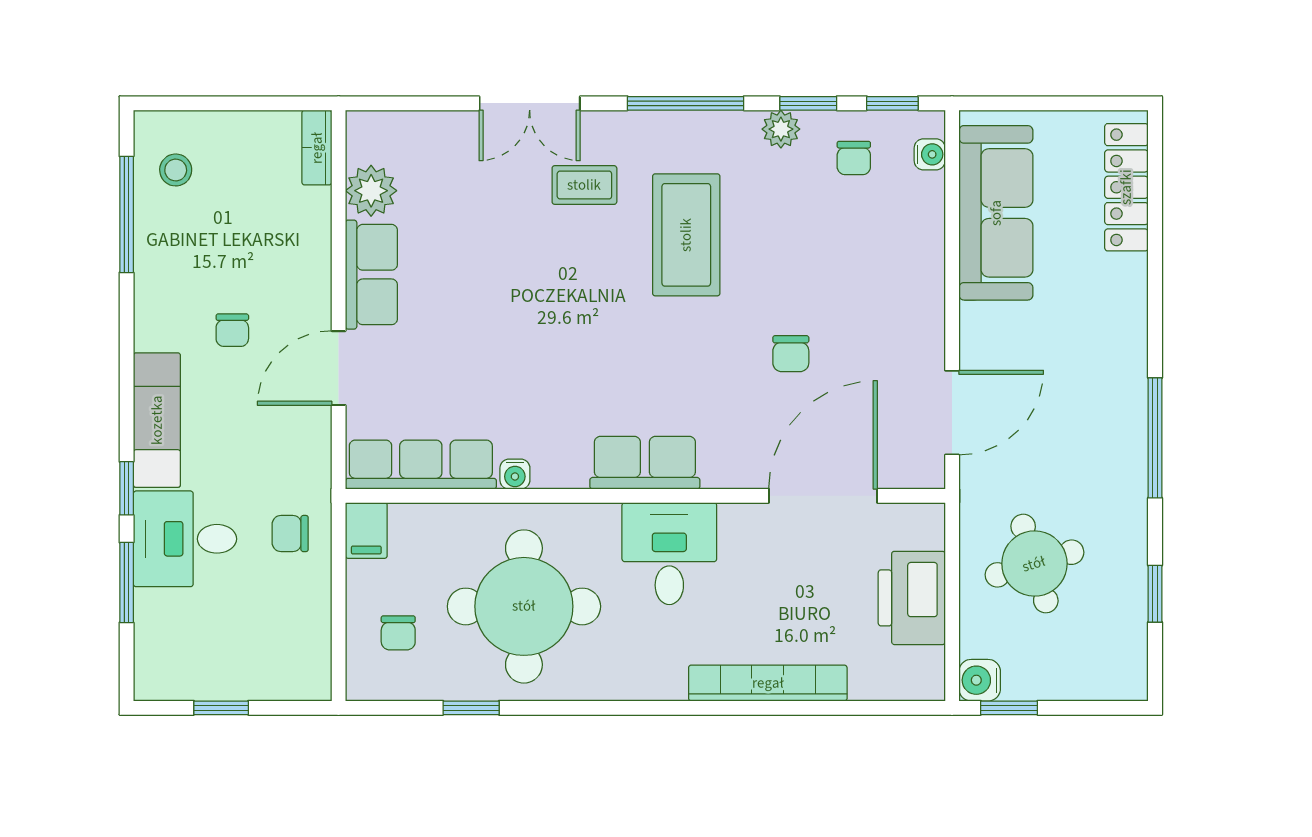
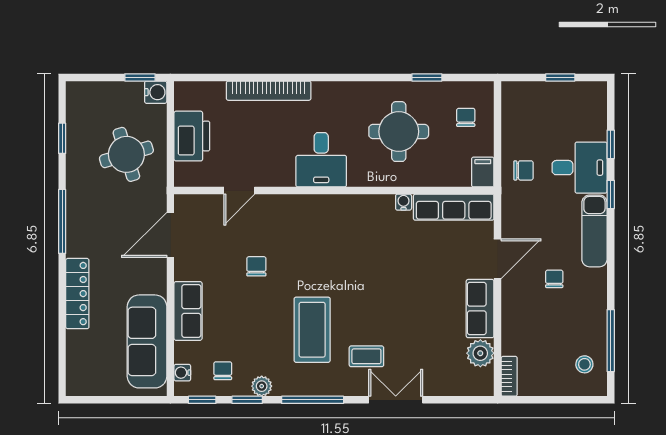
locker: (1126, 187) -> (77, 294), moved
row of seats: (645, 463) -> (188, 311), moved, turned -90
door: (823, 496) -> (239, 191), width x0.53
window: (127, 583) -> (611, 144), width x0.67
round table: (524, 606) -> (399, 132), width x0.73, depth x0.73

